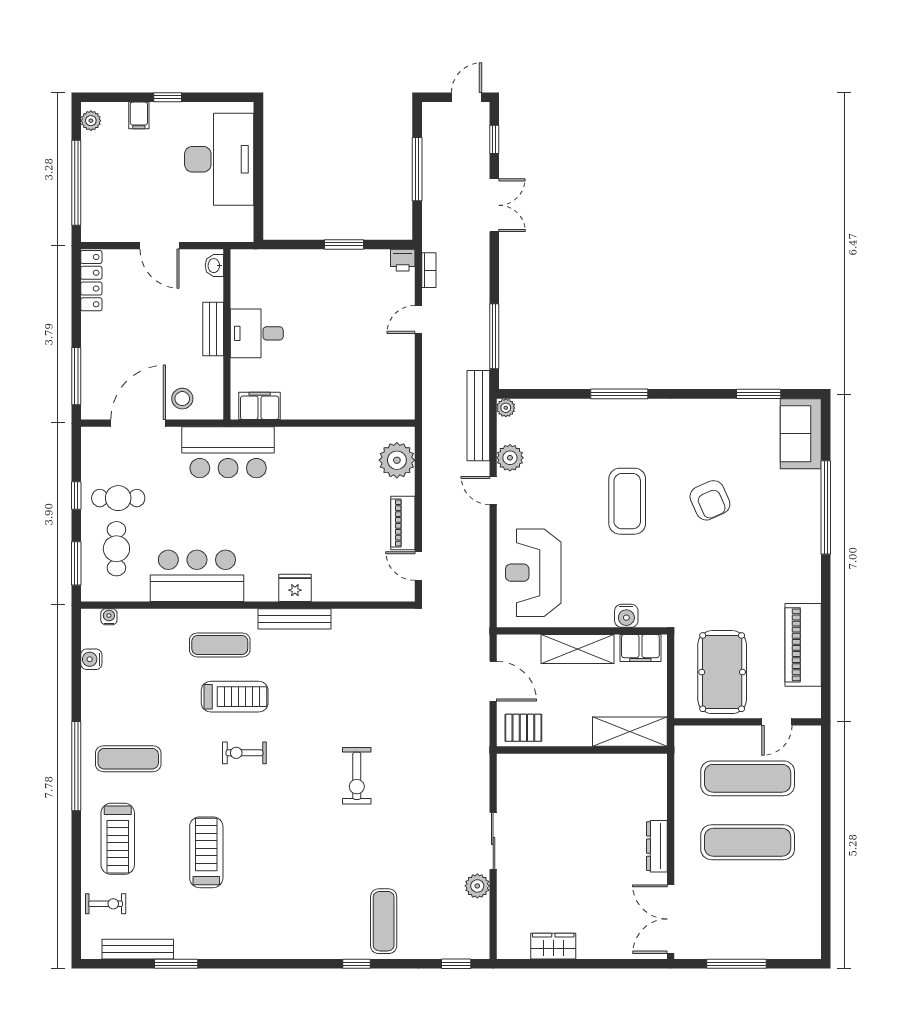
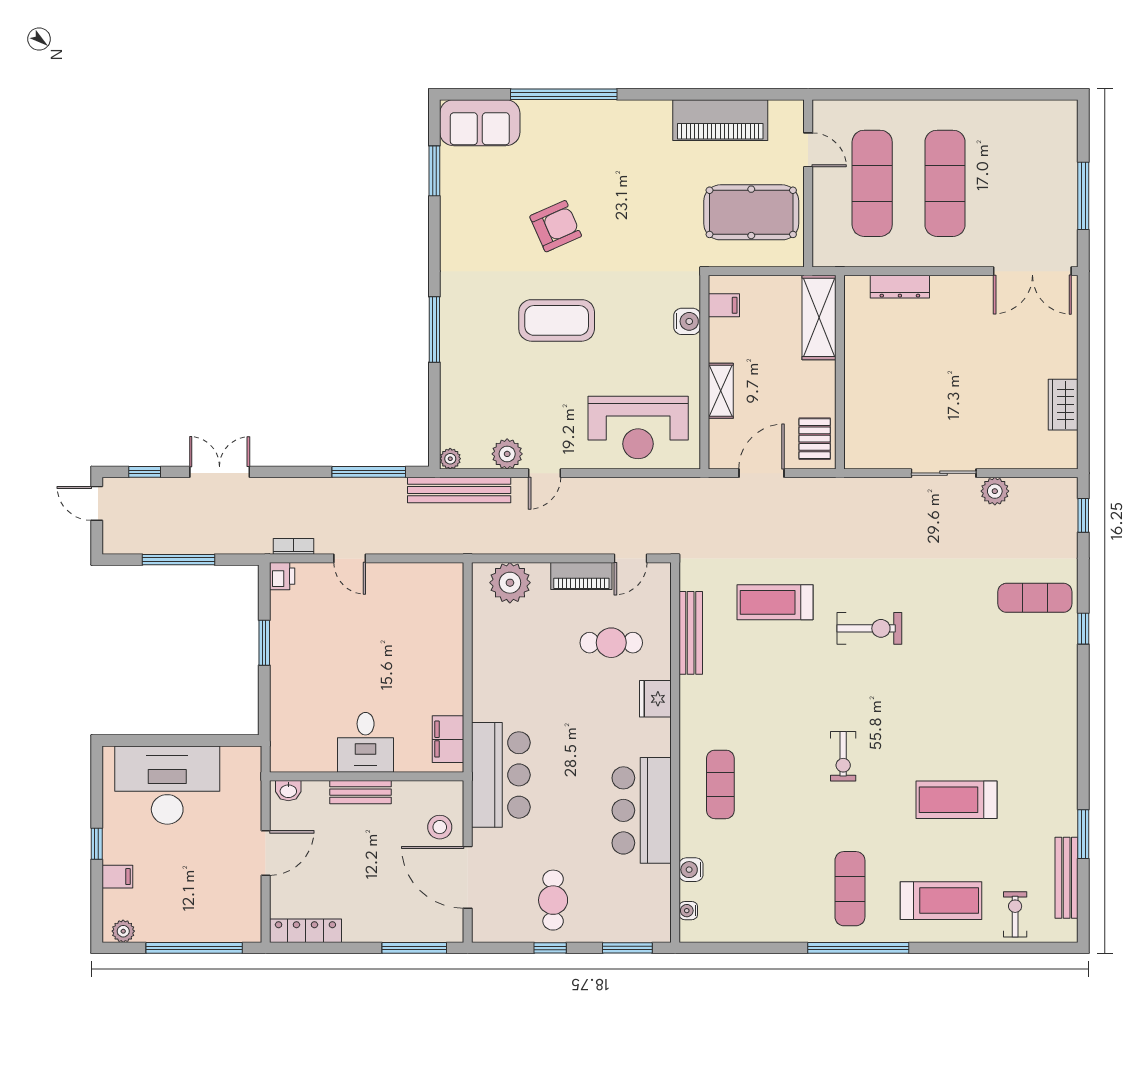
cafe table: (116, 549) -> (611, 643), moved
bench: (294, 619) -> (691, 633), moved
filing cabinet: (640, 648) -> (724, 305), width x0.50
shelving: (578, 649) -> (721, 391), width x0.67, depth x0.75
water cooler: (91, 659) -> (691, 870), moved, turned 90
treadmill: (235, 697) -> (775, 602), moved, turned -90
dresser: (657, 846) -> (900, 287), moved

